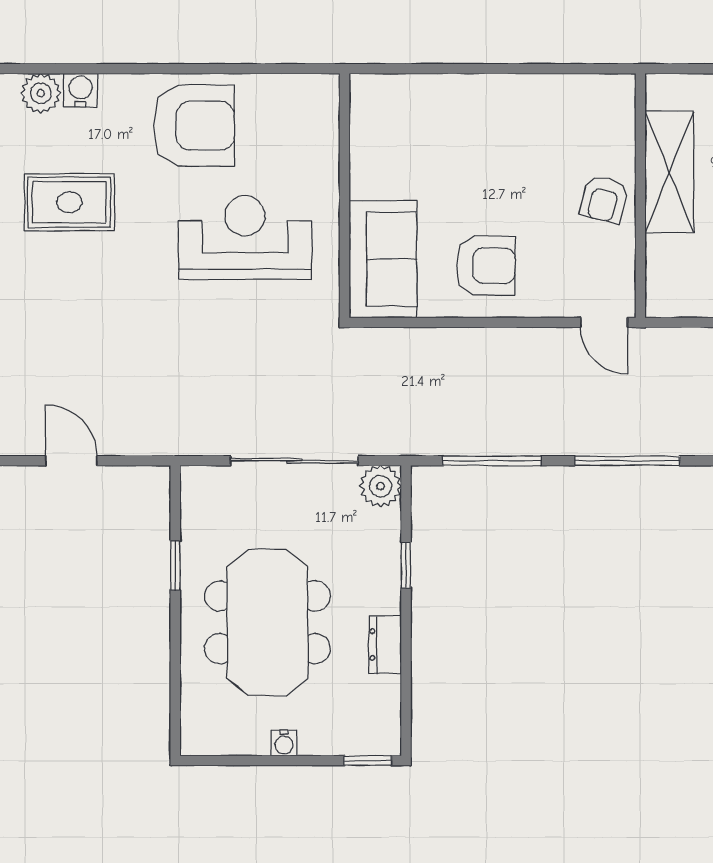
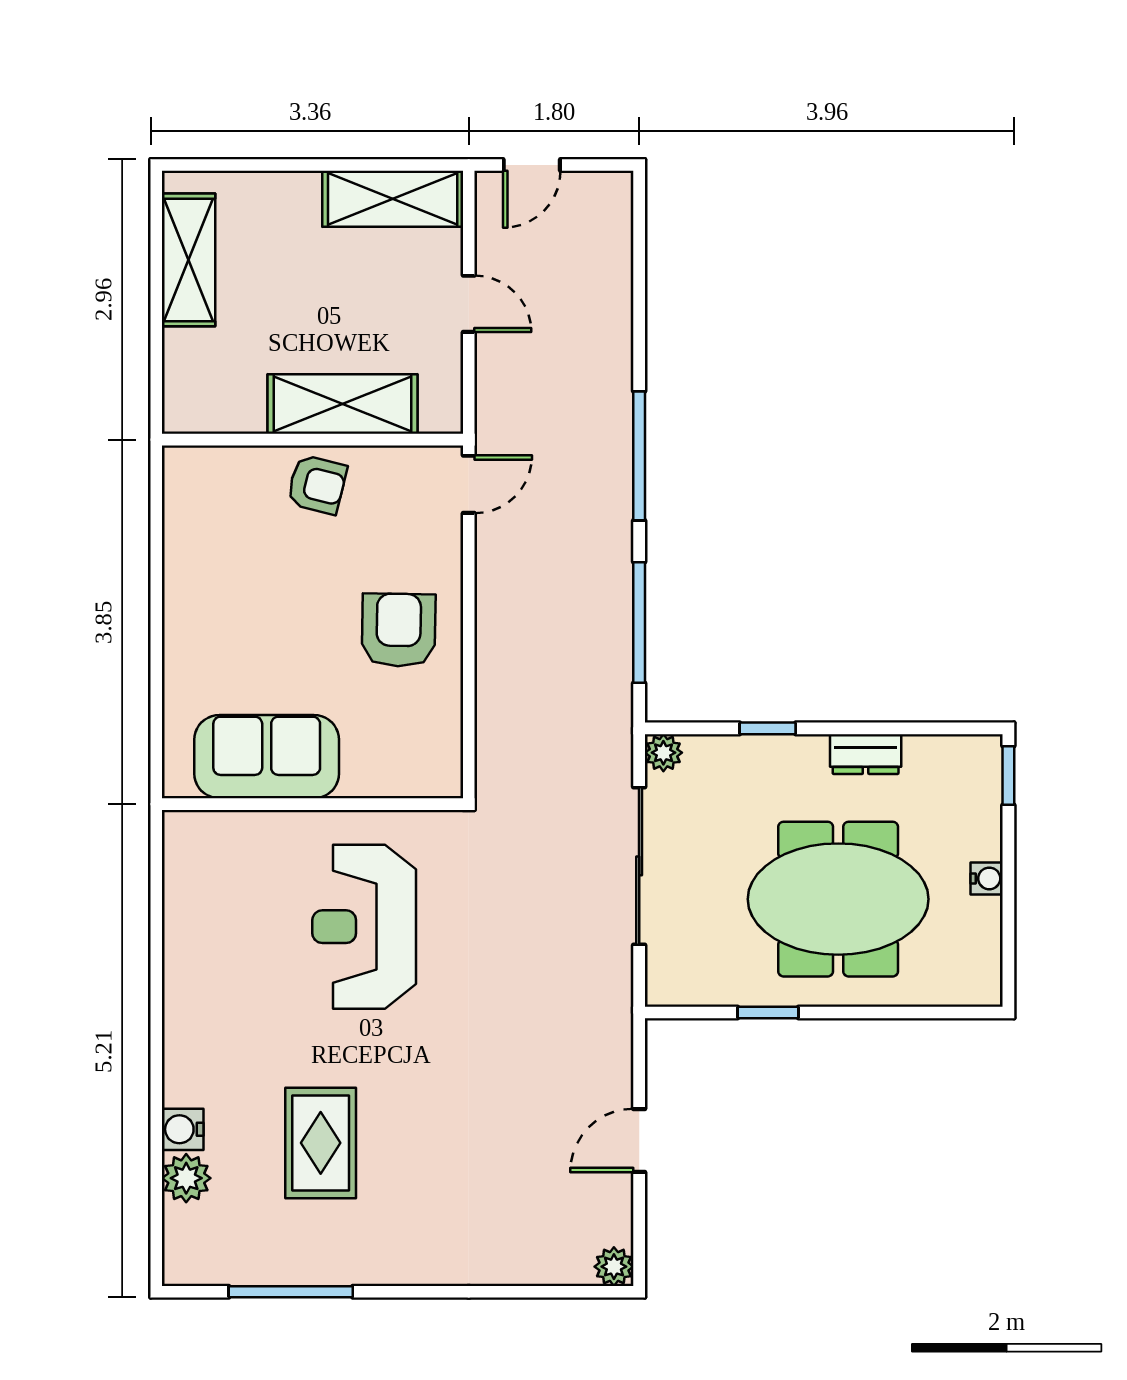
armchair: (194, 126) -> (226, 990), removed
shelving: (669, 172) -> (342, 404), moved
sofa: (383, 259) -> (267, 757), moved
plant: (381, 486) -> (663, 753), width x0.73, depth x0.73

